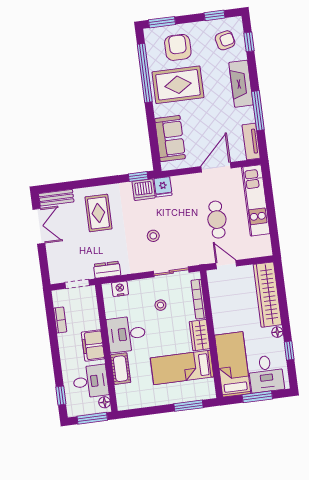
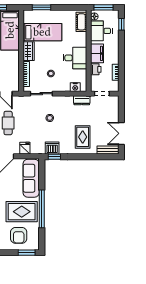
window: (145, 73) -> (42, 209), moved
sofa: (170, 139) -> (31, 178), width x1.36
fridge: (163, 187) -> (25, 148), moved
printer: (92, 321) -> (96, 69), added
cot: (121, 369) -> (81, 22), moved

